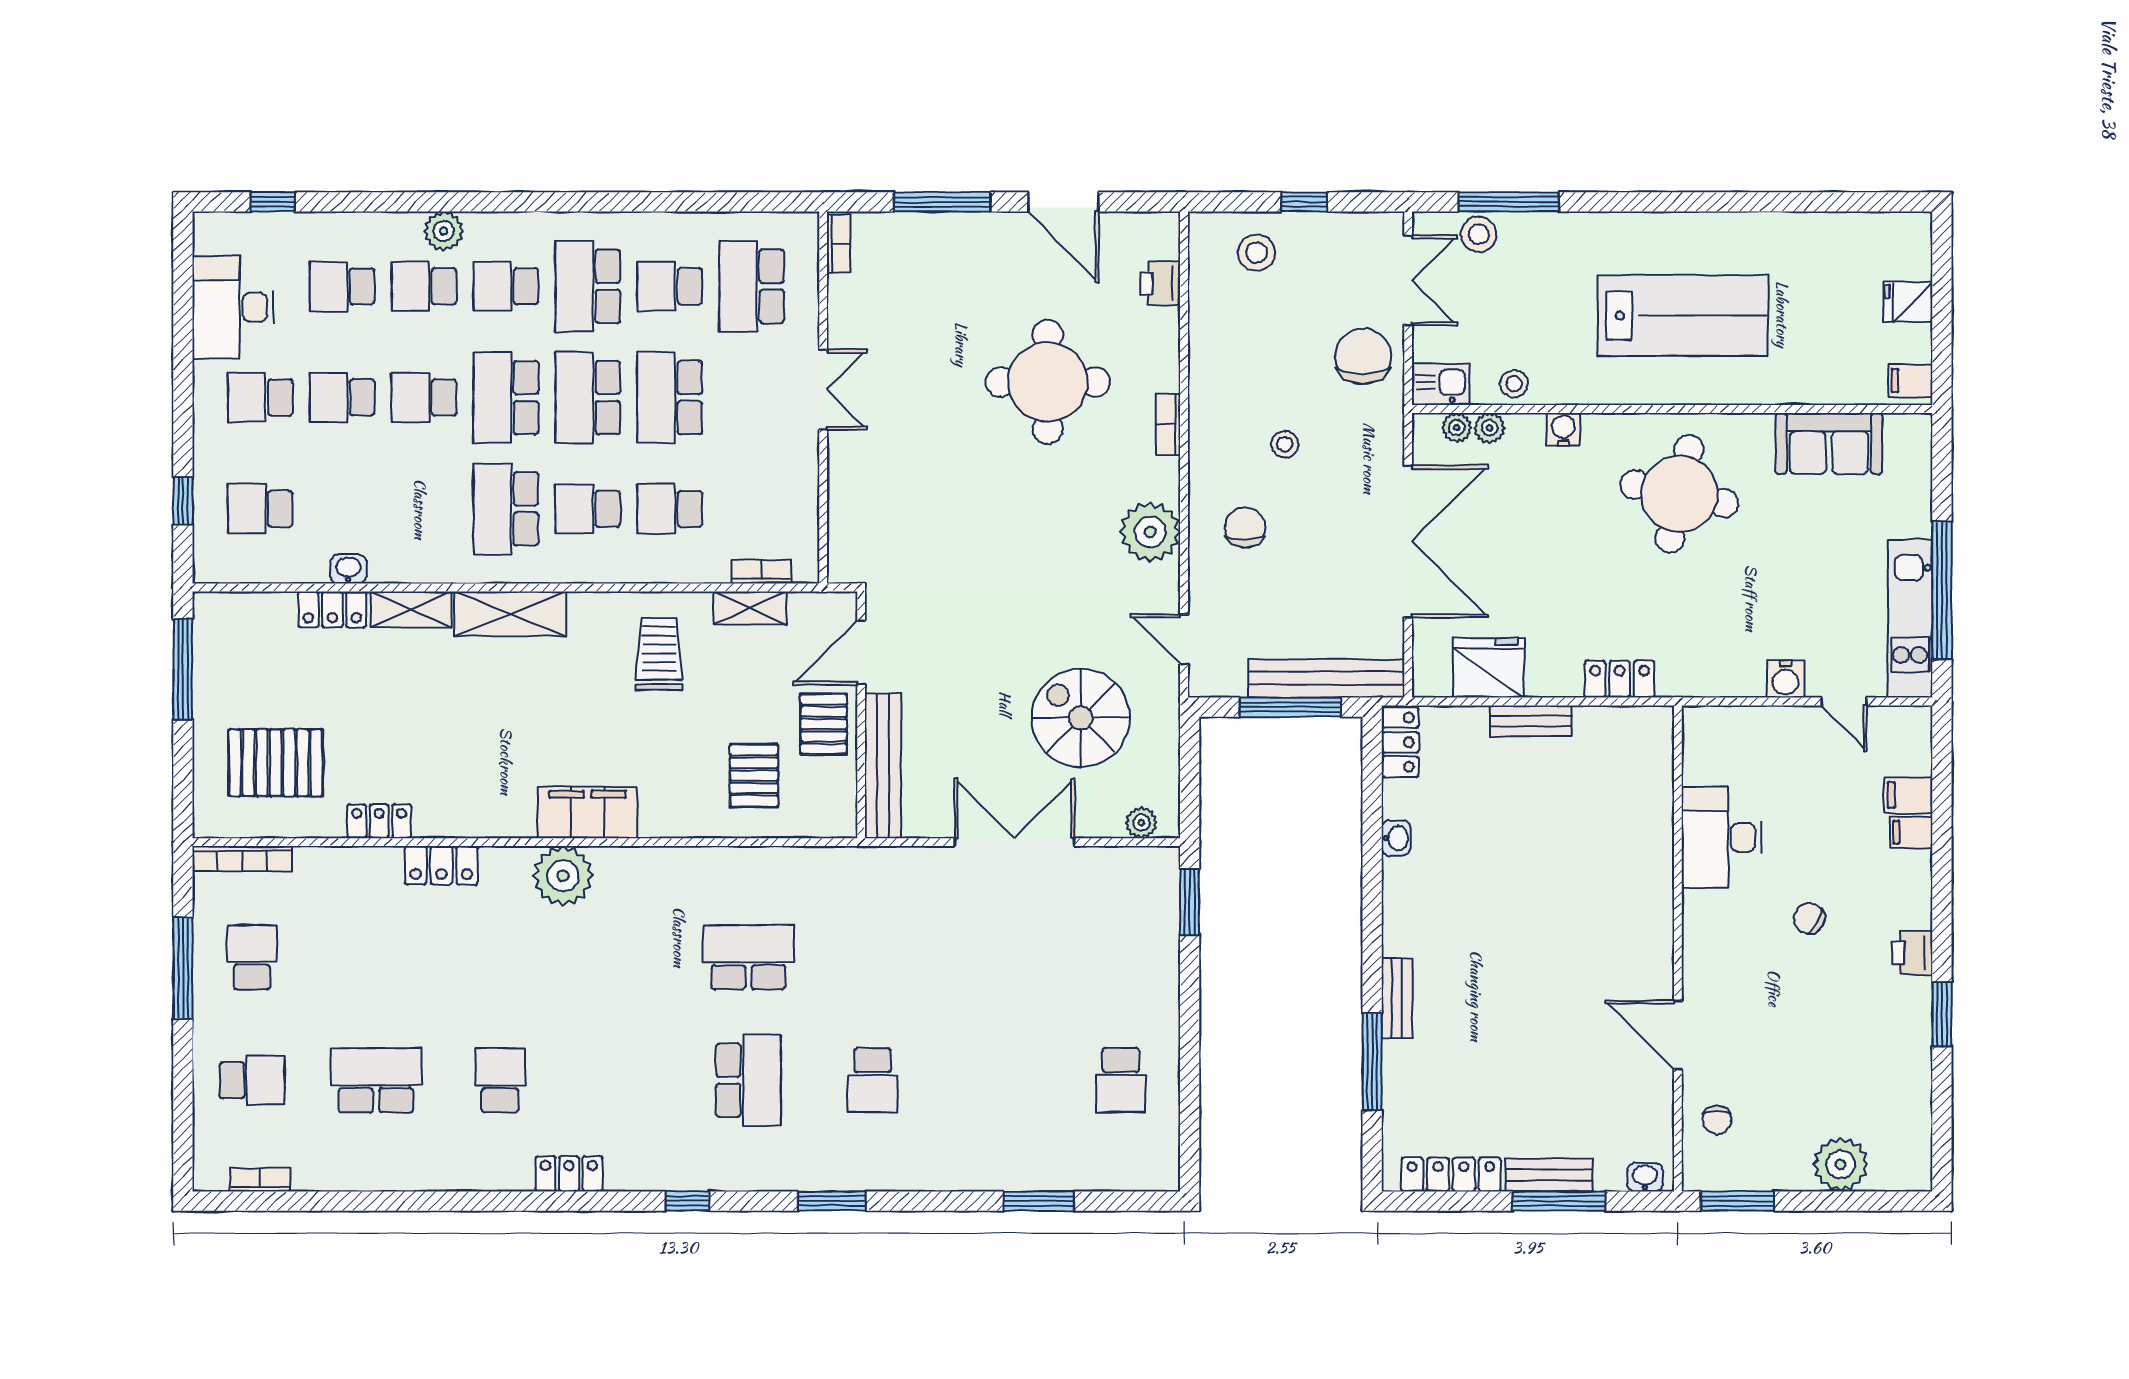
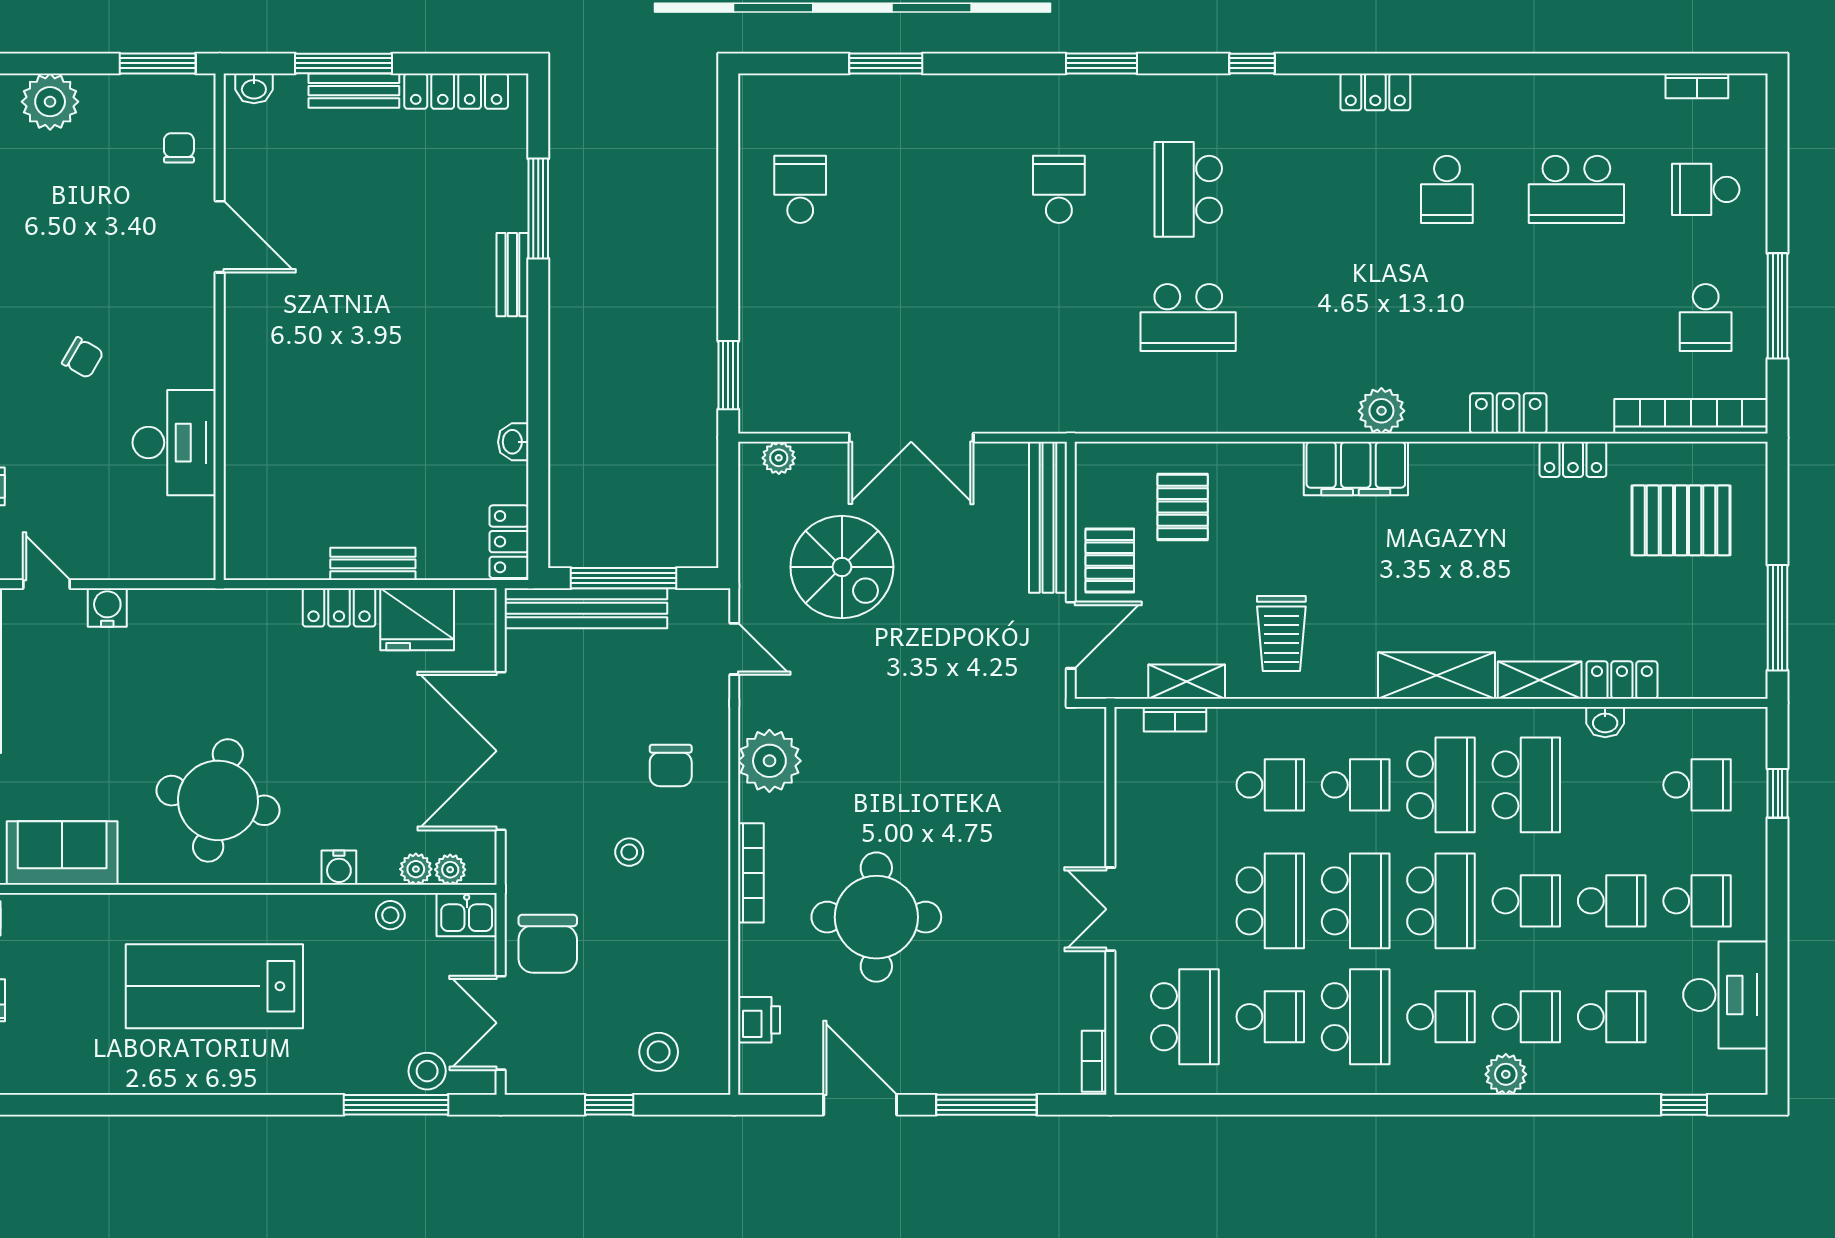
bookcase: (1168, 424) -> (751, 873), width x1.56
school desk: (424, 509) -> (1526, 785), added
locker: (1620, 679) -> (339, 607), moved
bookcase: (242, 859) -> (1691, 416), width x1.48, depth x1.31
plant: (563, 876) -> (1381, 411), width x0.73, depth x0.73

